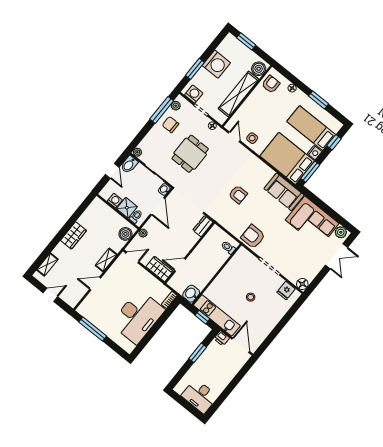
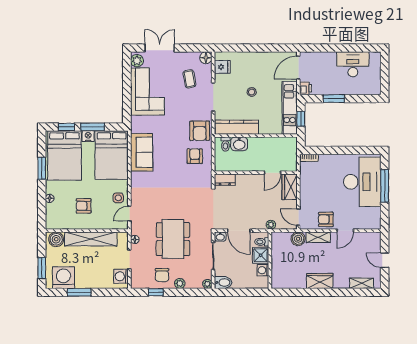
washing machine: (216, 64) -> (63, 278), moved
window: (195, 69) -> (79, 292), moved
armchair: (271, 84) -> (84, 206), moved
plant: (176, 106) -> (180, 283), moved
window: (162, 110) -> (156, 292), width x0.46
bed: (311, 128) -> (65, 155), width x1.50
dining table: (190, 154) -> (173, 239), width x1.38
door: (112, 171) -> (240, 292), removed
window: (310, 172) -> (93, 127), moved
sofa: (284, 192) -> (142, 152), moved
armchair: (238, 194) -> (195, 156), moved
door: (158, 206) -> (239, 231), swing flipped
boiler: (125, 234) -> (298, 239), moved
coffee table: (297, 260) -> (189, 79), added
door: (180, 265) -> (273, 173), hinge flipped
kitchen counter: (234, 266) -> (237, 127), added
armchair: (115, 276) -> (326, 219), added
door: (95, 284) -> (345, 231), hinge flipped
washbasin: (191, 294) -> (239, 144), moved
desk: (138, 317) -> (362, 182), moved, turned 90
window: (93, 329) -> (385, 186), moved
desk: (200, 396) -> (353, 64), moved, turned -90

